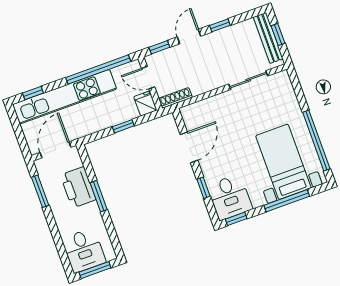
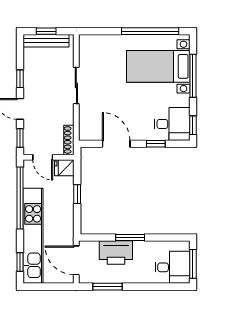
door: (148, 78) -> (43, 157), hinge flipped
sliding door: (248, 80) -> (76, 86), moved

